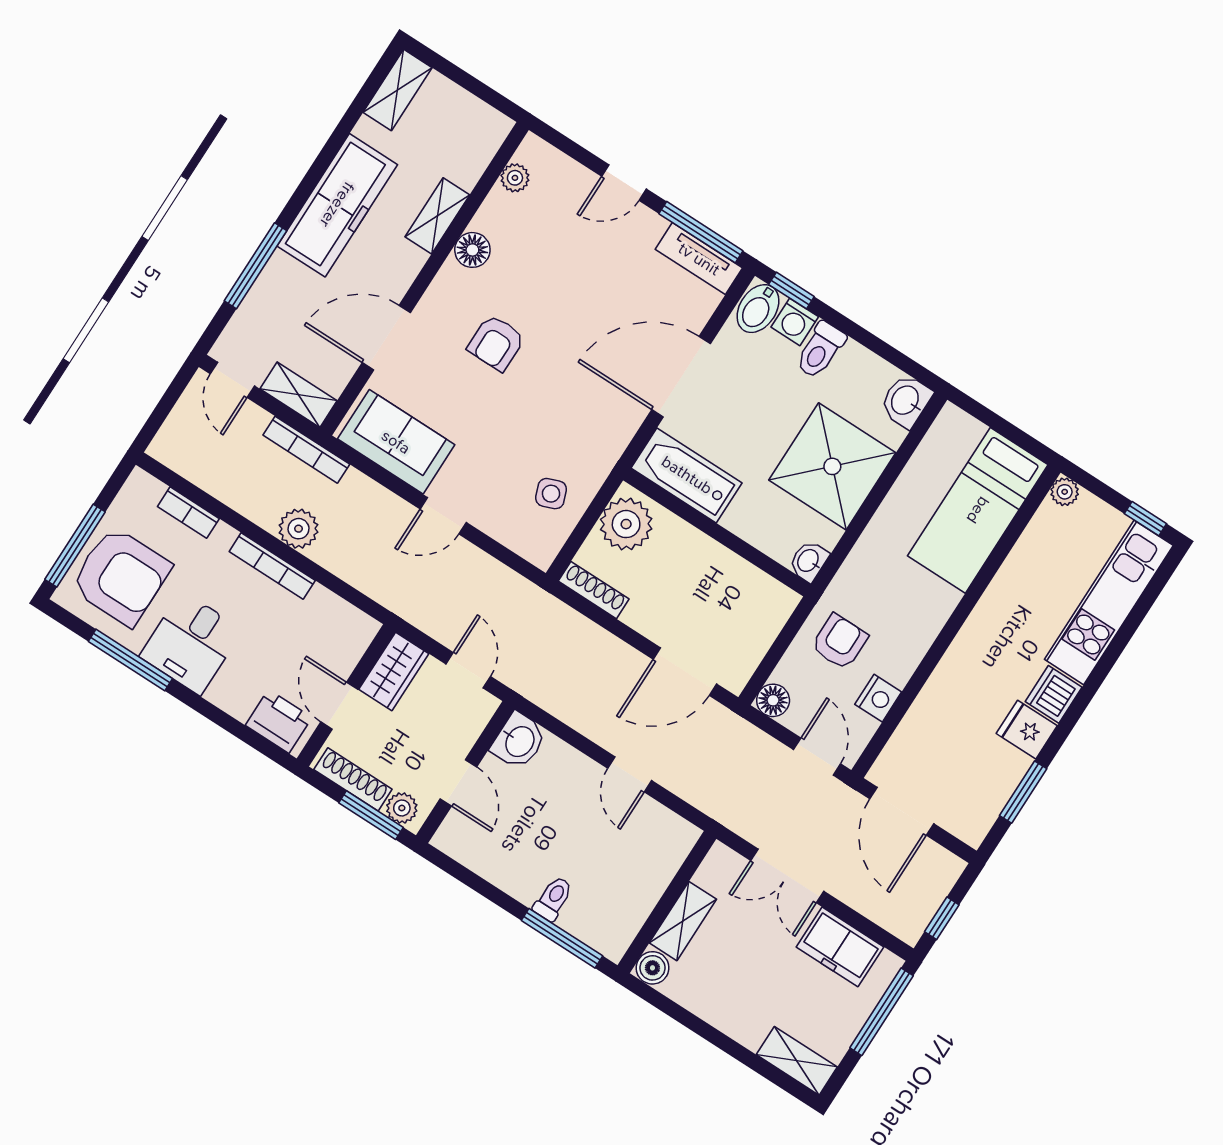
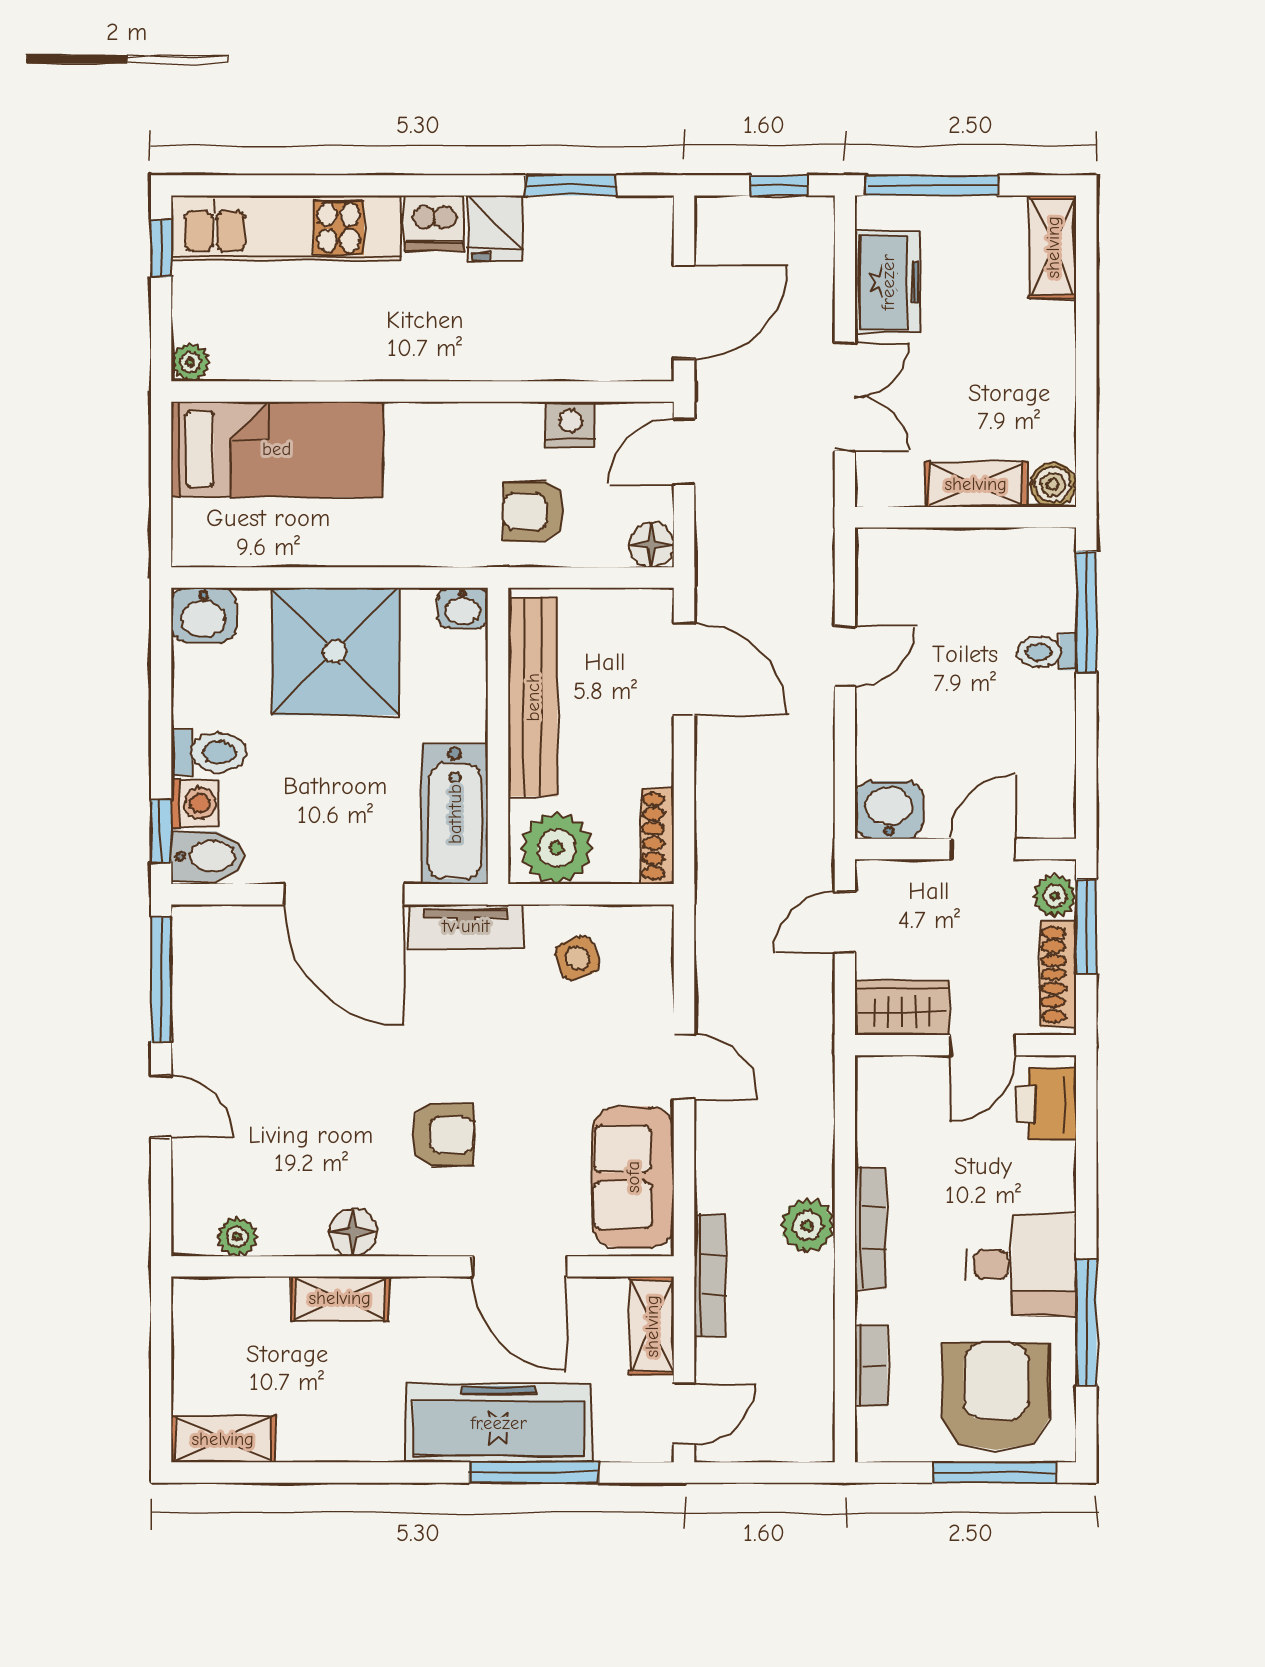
freezer: (337, 205) -> (499, 1423), moved
tv unit: (699, 259) -> (466, 926), moved, turned 90
bench: (727, 569) -> (533, 697), added

